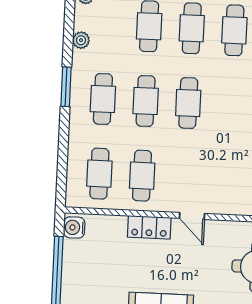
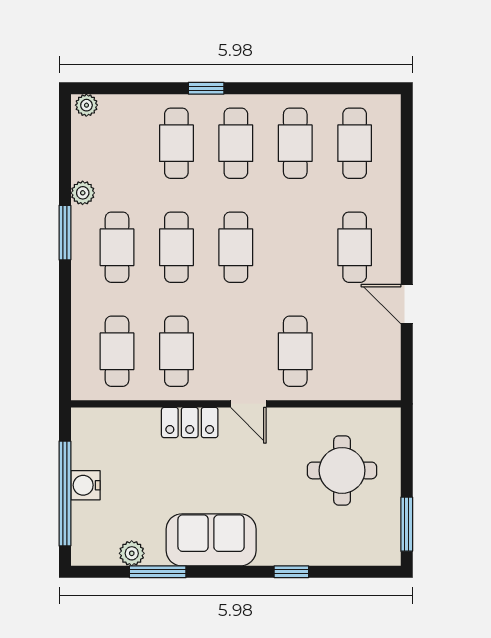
plant: (81, 40) -> (83, 193), moved
cafe table: (227, 180) -> (295, 351), added
water cooler: (74, 227) -> (85, 485), moved

